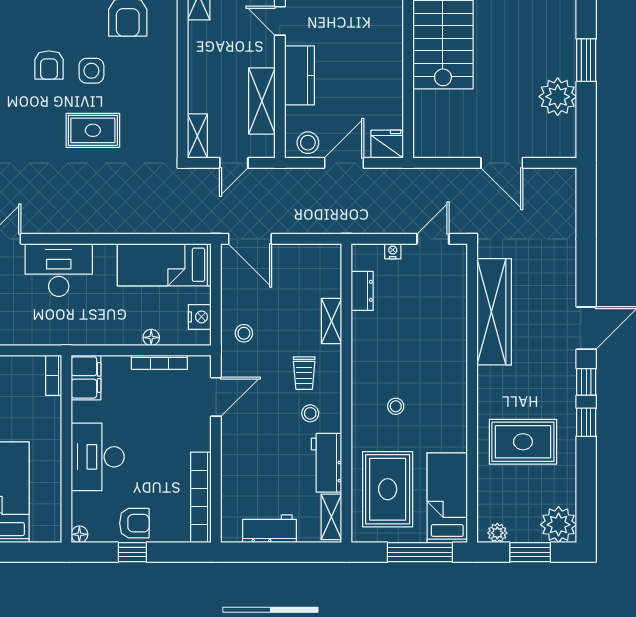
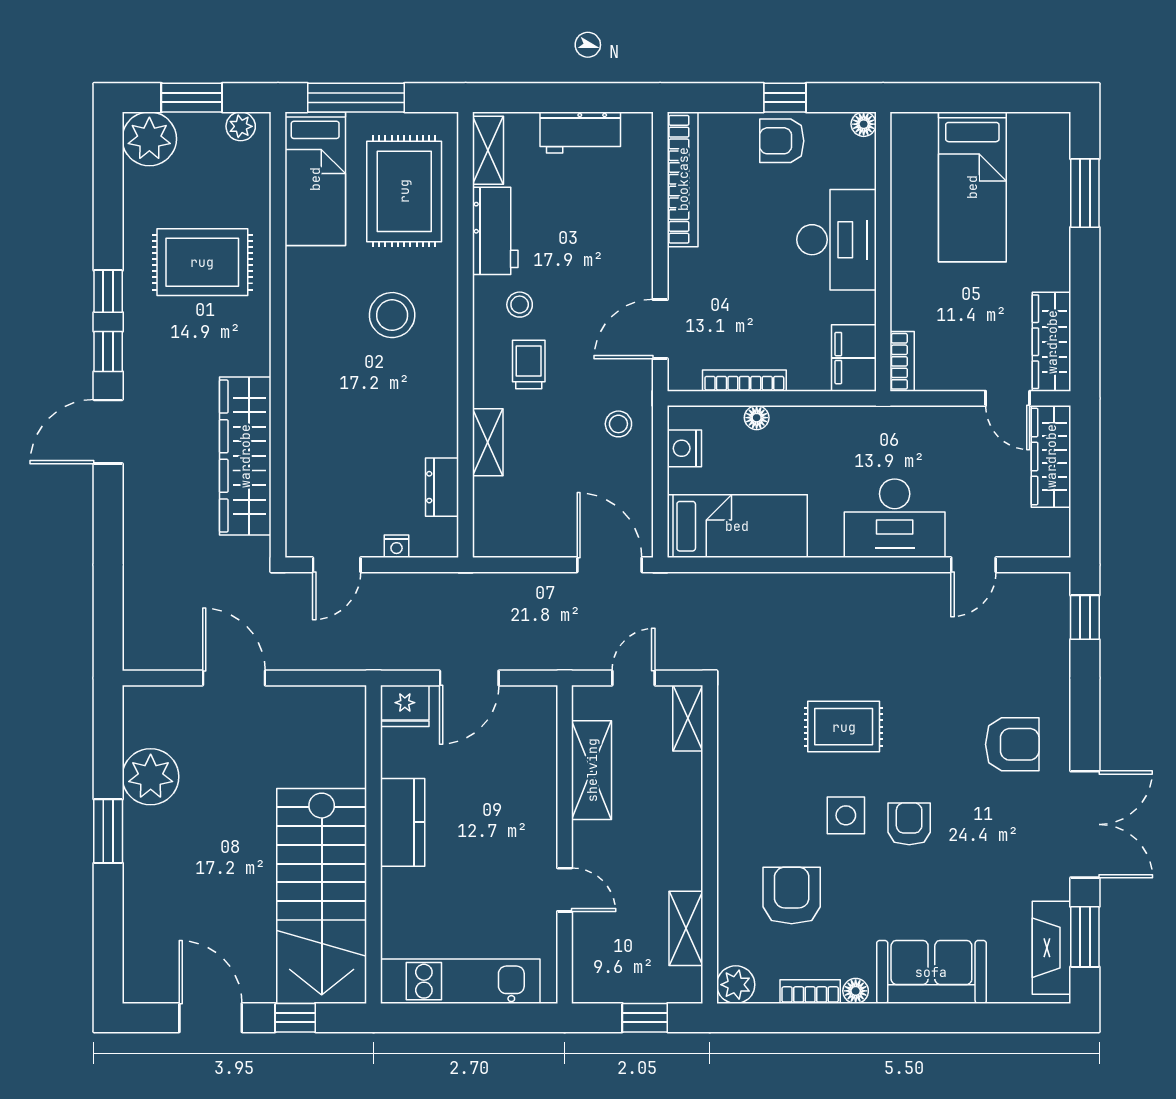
kitchen counter: (299, 75) -> (403, 822), moved, turned 180
stool: (308, 143) -> (523, 708), removed
stool: (396, 406) -> (392, 315), width x1.89, depth x1.89

